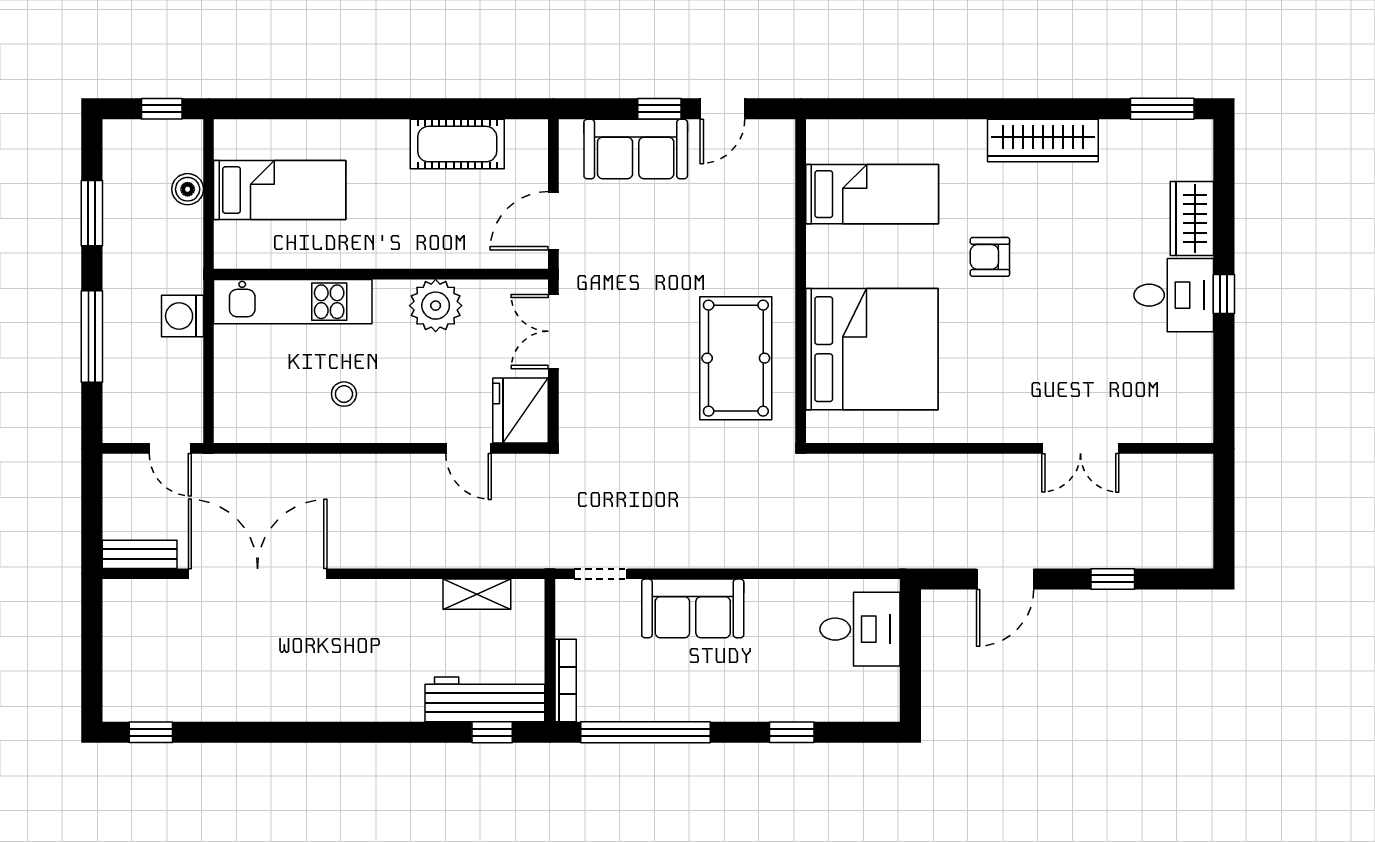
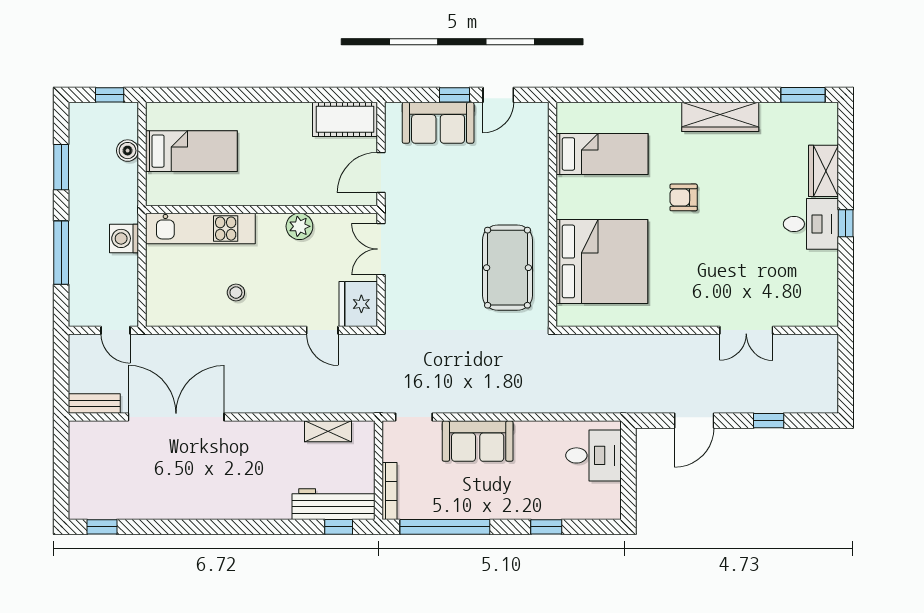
cot: (457, 144) -> (345, 119), moved
plant: (436, 306) -> (299, 226), width x0.73, depth x0.73

